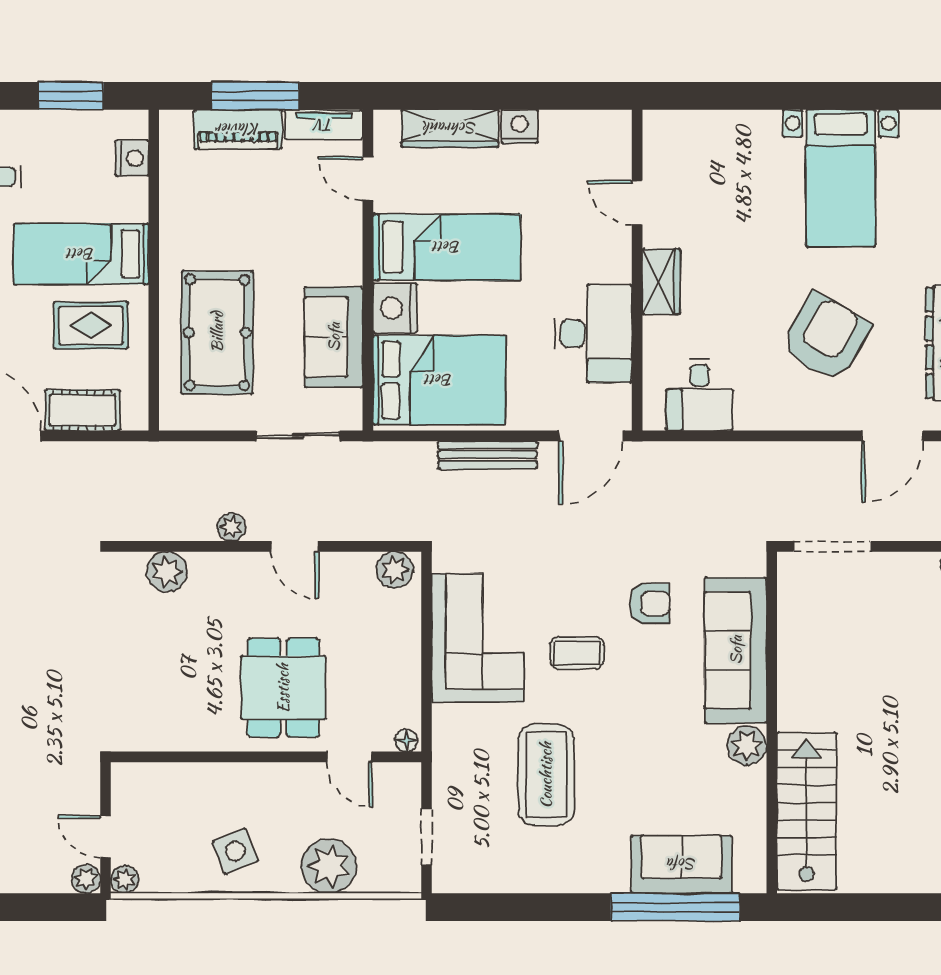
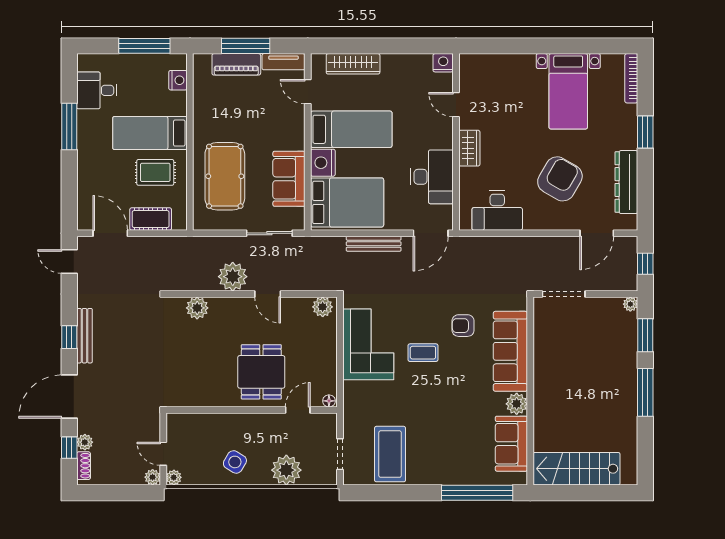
window: (71, 96) -> (144, 46), width x1.44
nightstand: (520, 126) -> (443, 63), moved
desk: (699, 395) -> (497, 211), width x1.37
plant: (231, 527) -> (233, 277), width x1.87, depth x1.87
armchair: (650, 604) -> (463, 326), turned 180
door: (349, 757) -> (298, 410), swing flipped
coffee table: (546, 775) -> (390, 454), moved
stairs: (807, 811) -> (576, 469), moved, turned -90
side table: (235, 851) -> (235, 462), turned -37
sofa: (682, 864) -> (511, 444), moved, turned -90

